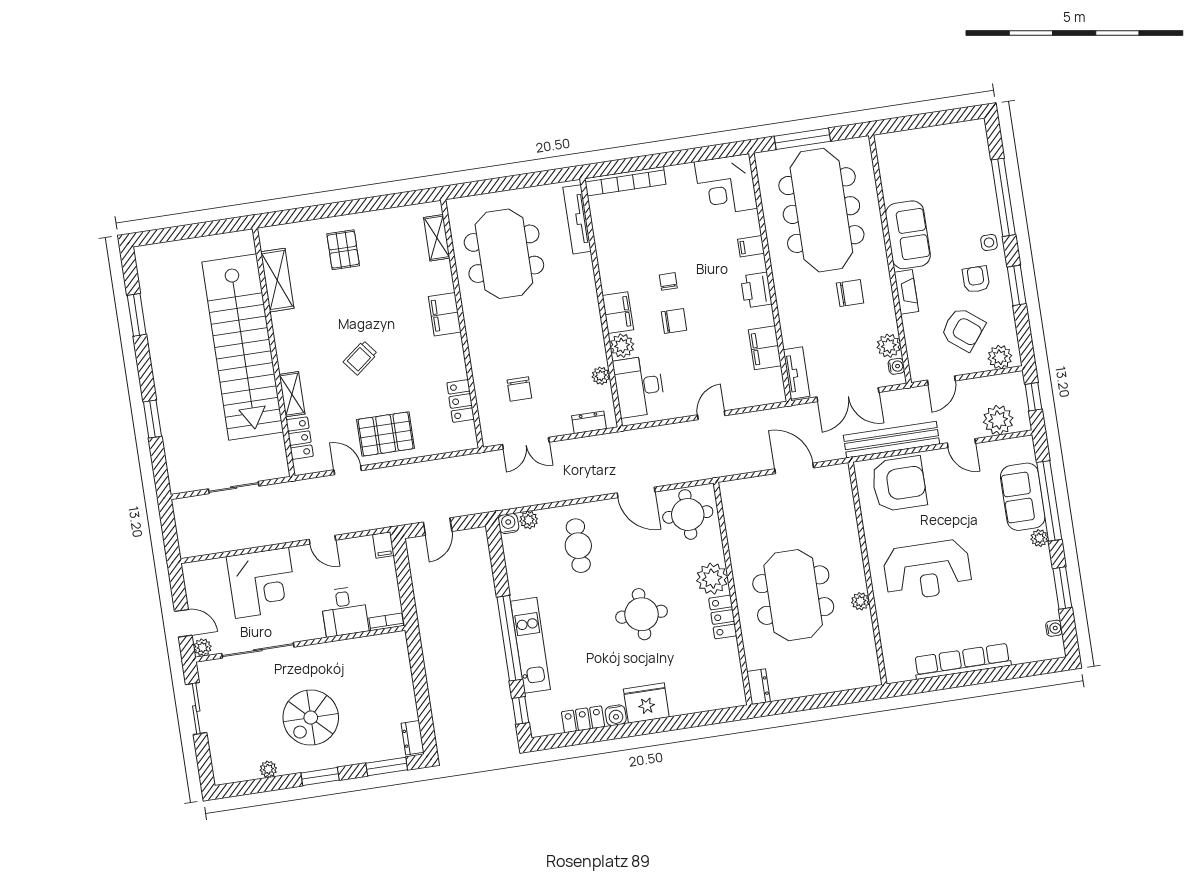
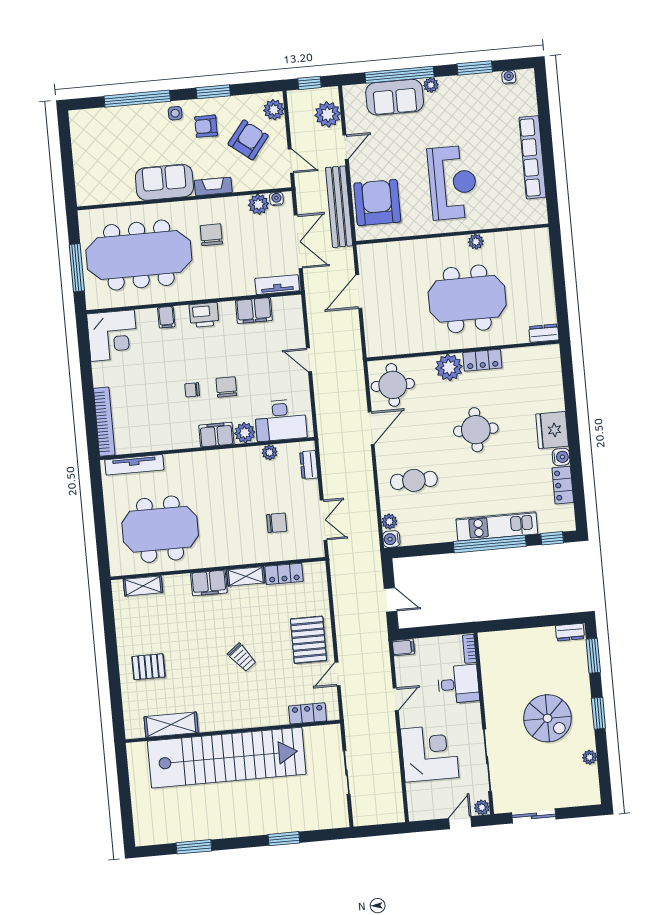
shelving: (292, 394) -> (246, 576), moved

